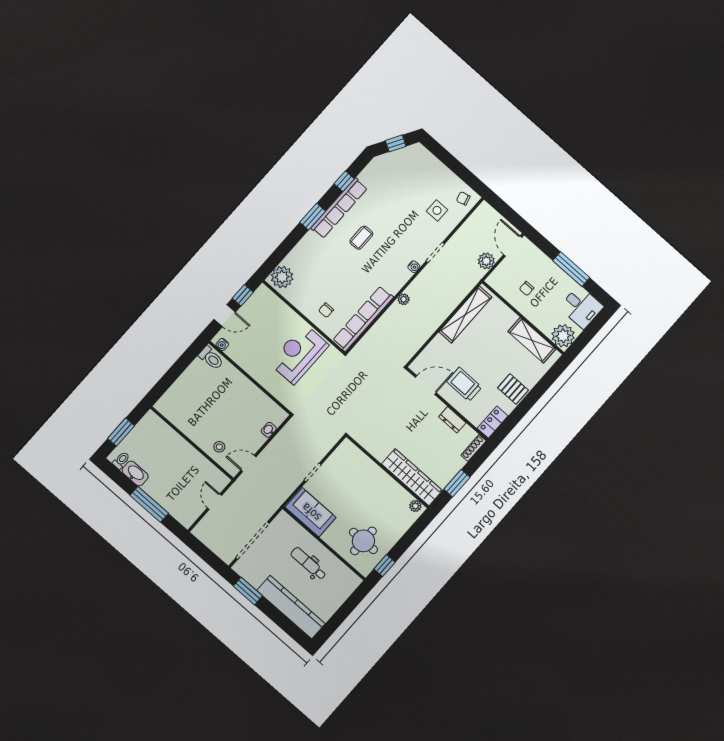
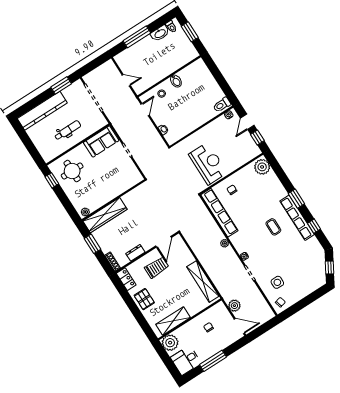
pallet: (513, 389) -> (144, 299), turned 90
bidet: (196, 432) -> (176, 81), added

